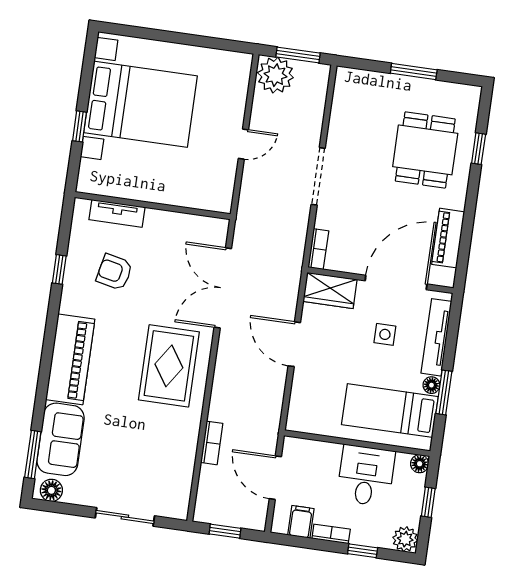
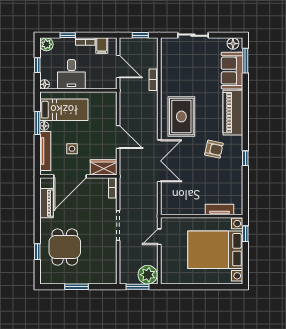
wall: (153, 206) -> (202, 216), moved
tv unit: (117, 213) -> (219, 210), moved
armchair: (114, 272) -> (214, 149), moved

